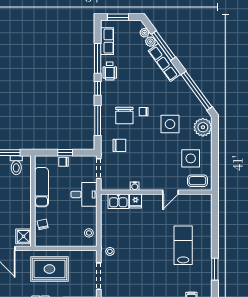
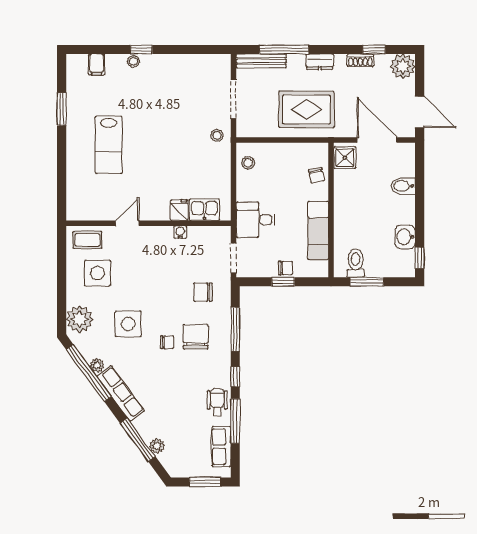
plant: (145, 33) -> (97, 365), moved
row of seats: (164, 62) -> (121, 393), moved

